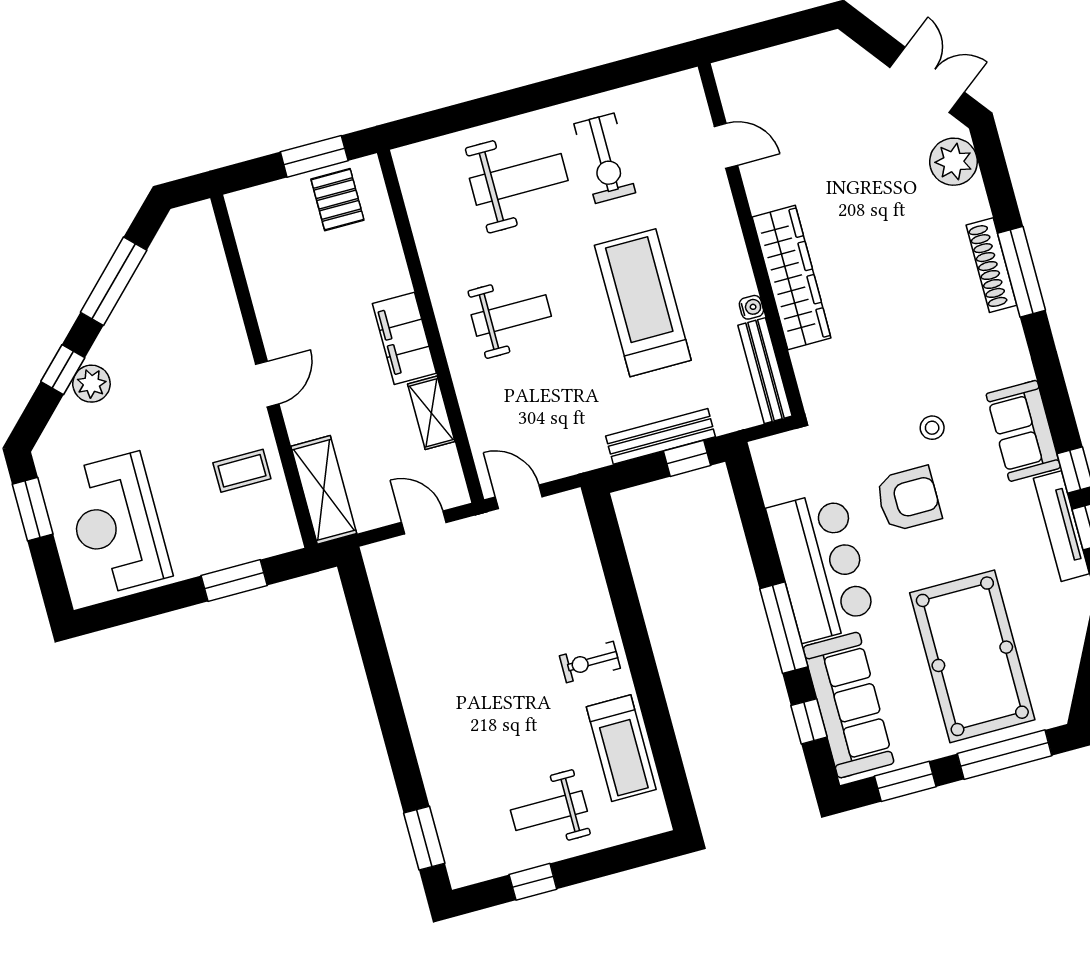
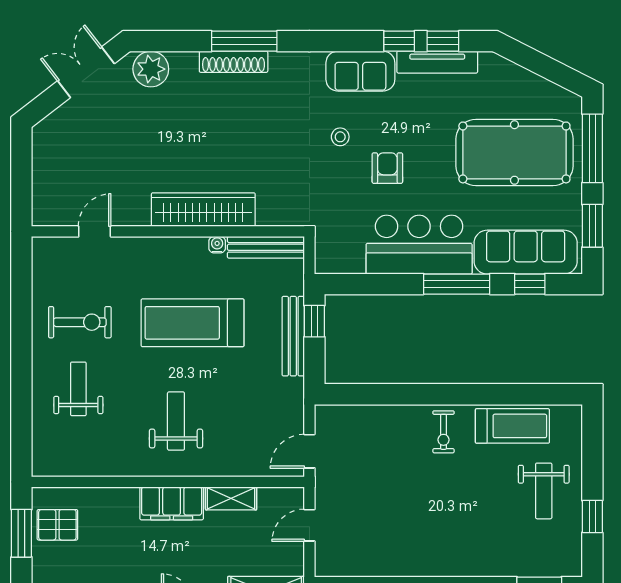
weight bench: (519, 179) -> (78, 389), width x0.73, depth x0.75
armchair: (908, 499) -> (387, 168), width x0.72, depth x0.72

